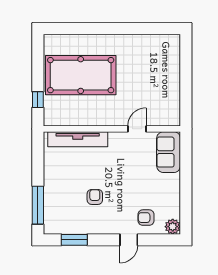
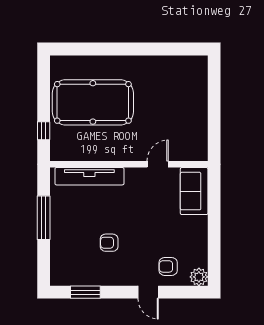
armchair: (95, 197) -> (109, 243), turned -90
window: (38, 205) -> (44, 218), moved
door: (129, 240) -> (148, 292), hinge flipped

